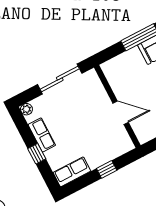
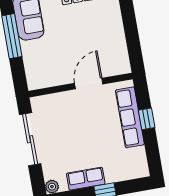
row of seats: (72, 172) -> (130, 117), moved, width x1.48

